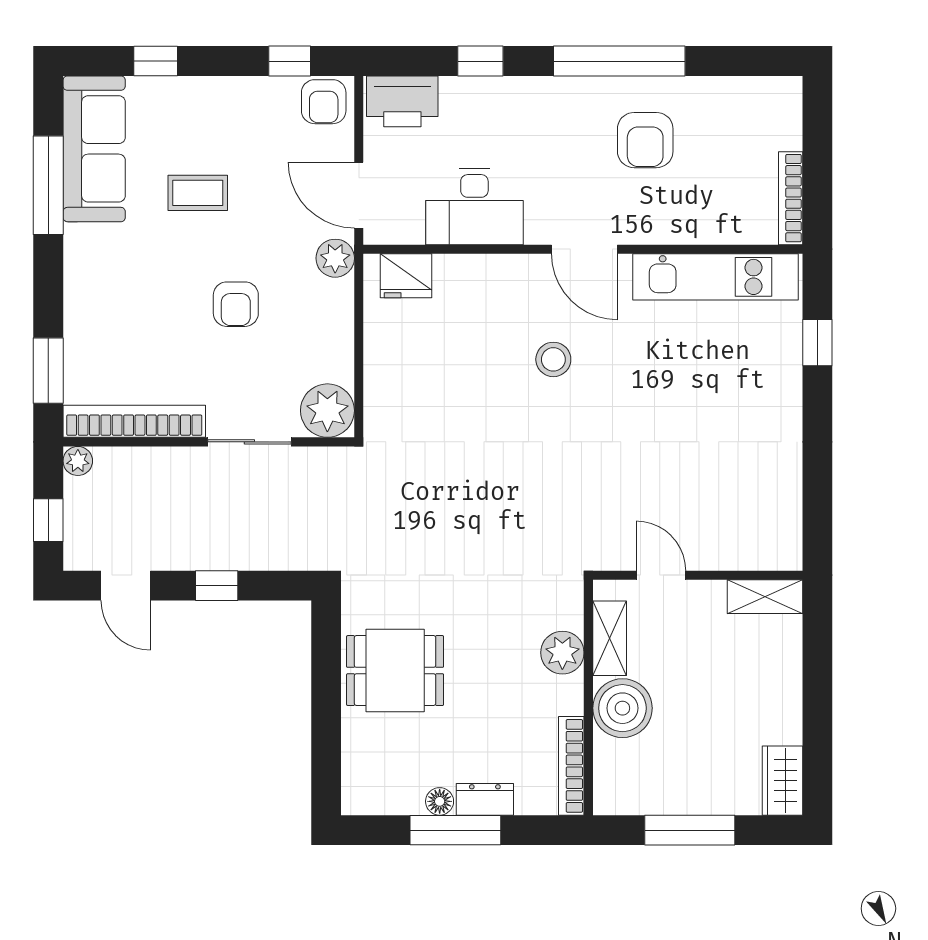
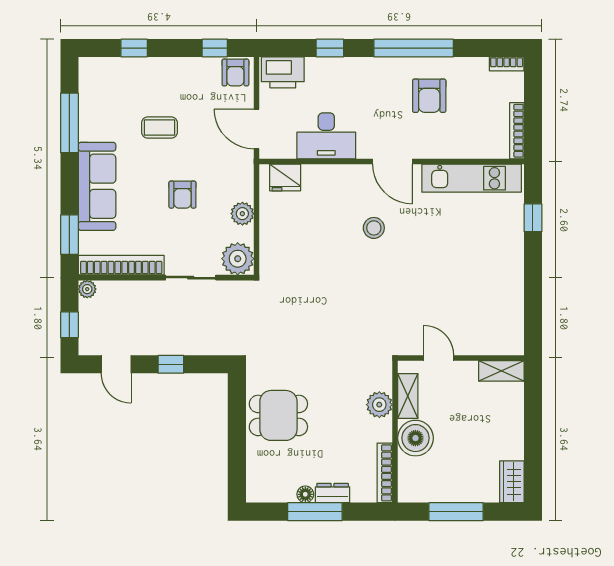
bookcase: (774, 87) -> (507, 64), added
sofa: (94, 149) -> (97, 186), moved
plant: (335, 258) -> (242, 214), moved

